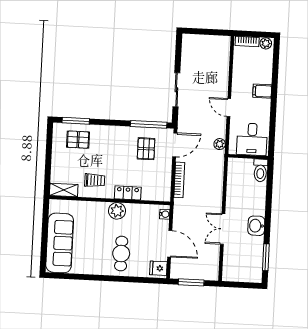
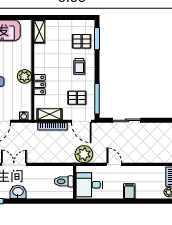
door: (229, 107) -> (114, 164), hinge flipped
pallet: (78, 140) -> (82, 41), turned 90
plant: (220, 144) -> (84, 154), width x1.88, depth x1.88
toilet: (260, 170) -> (64, 181), moved
trolley: (95, 180) -> (79, 66), moved
shelving: (164, 183) -> (49, 114), added

